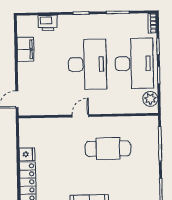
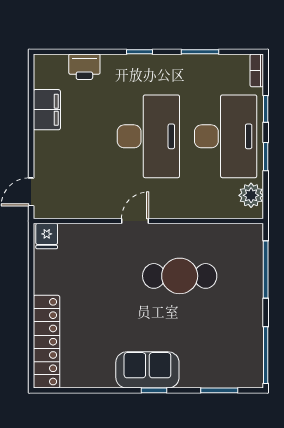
fridge: (27, 154) -> (47, 236), moved, turned 90

